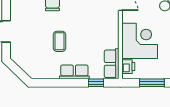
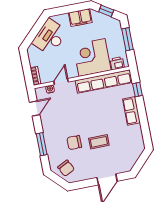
coffee table: (59, 41) -> (99, 142), moved
row of seats: (112, 64) -> (104, 81), width x2.02

